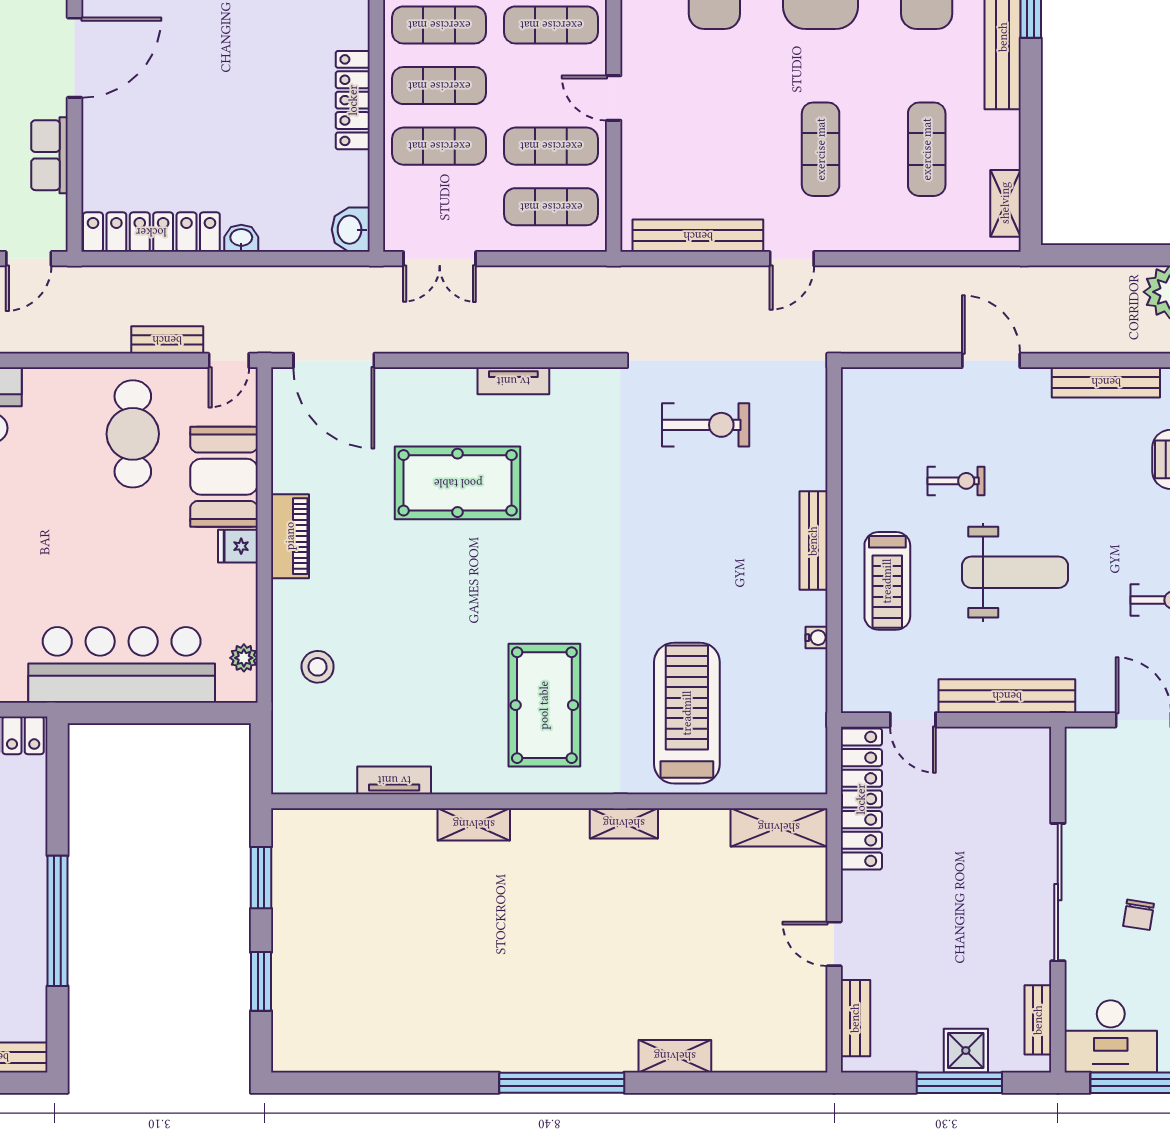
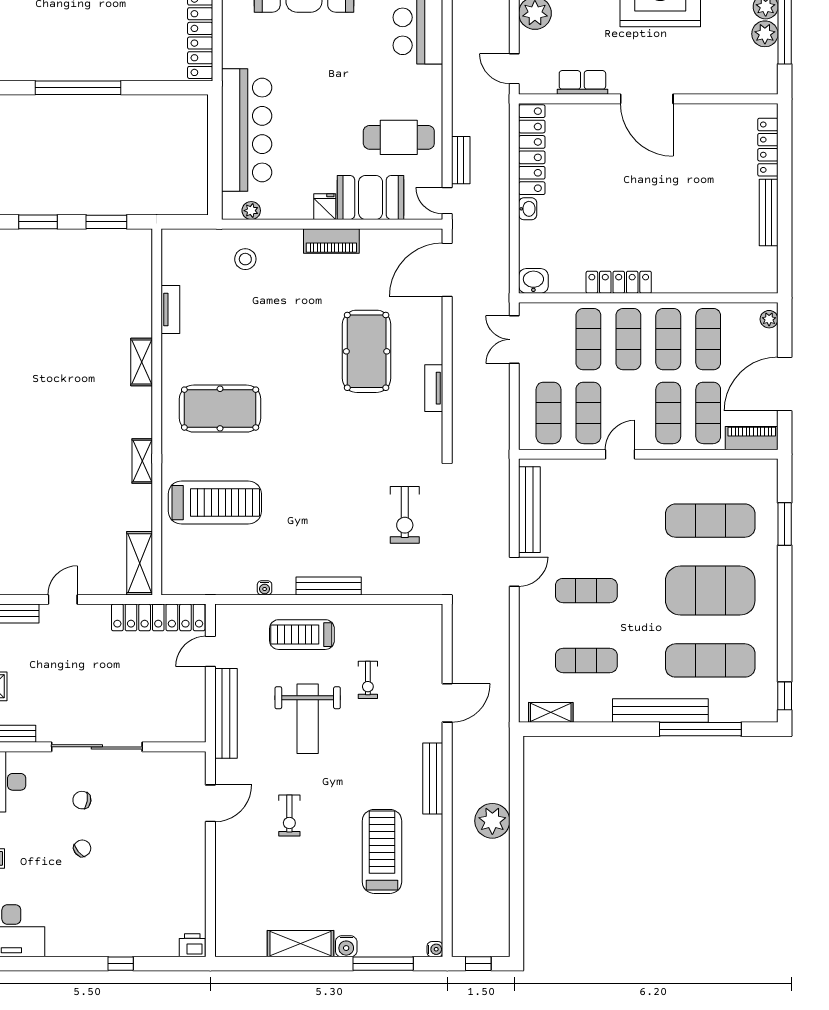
door: (792, 259) -> (514, 572), swing flipped

